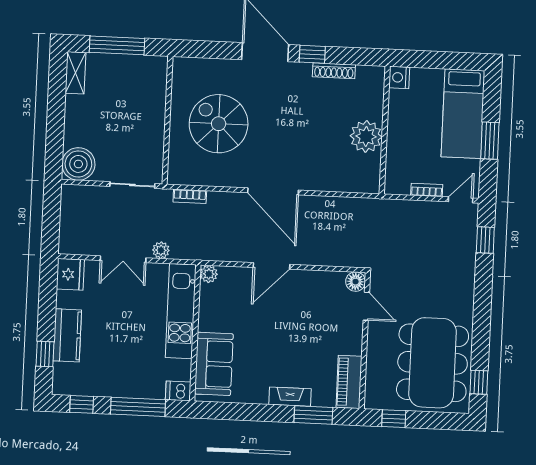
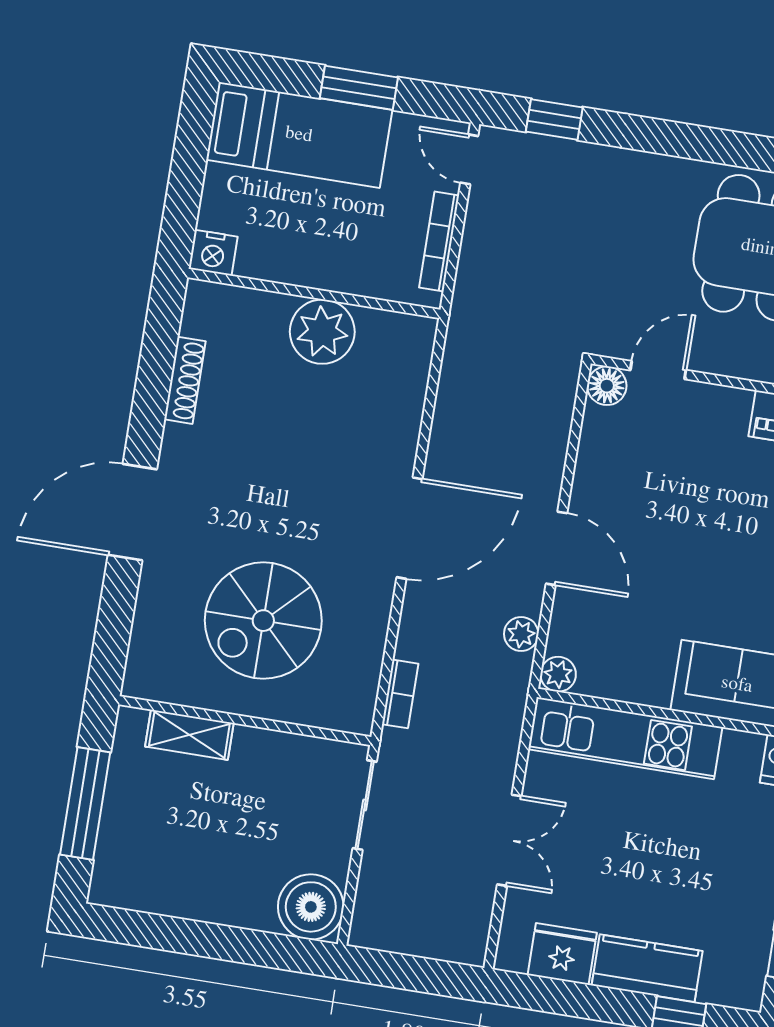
window: (312, 54) -> (147, 419), removed
shelving: (76, 73) -> (189, 735), moved
bookcase: (427, 190) -> (439, 241), width x1.56
plant: (161, 250) -> (521, 634), moved
fridge: (70, 274) -> (562, 954), moved

